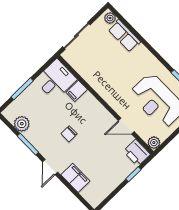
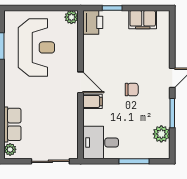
filing cabinet: (77, 91) -> (93, 101), moved
door: (126, 126) -> (81, 82), moved
filing cabinet: (75, 178) -> (143, 20), moved, turned -90

